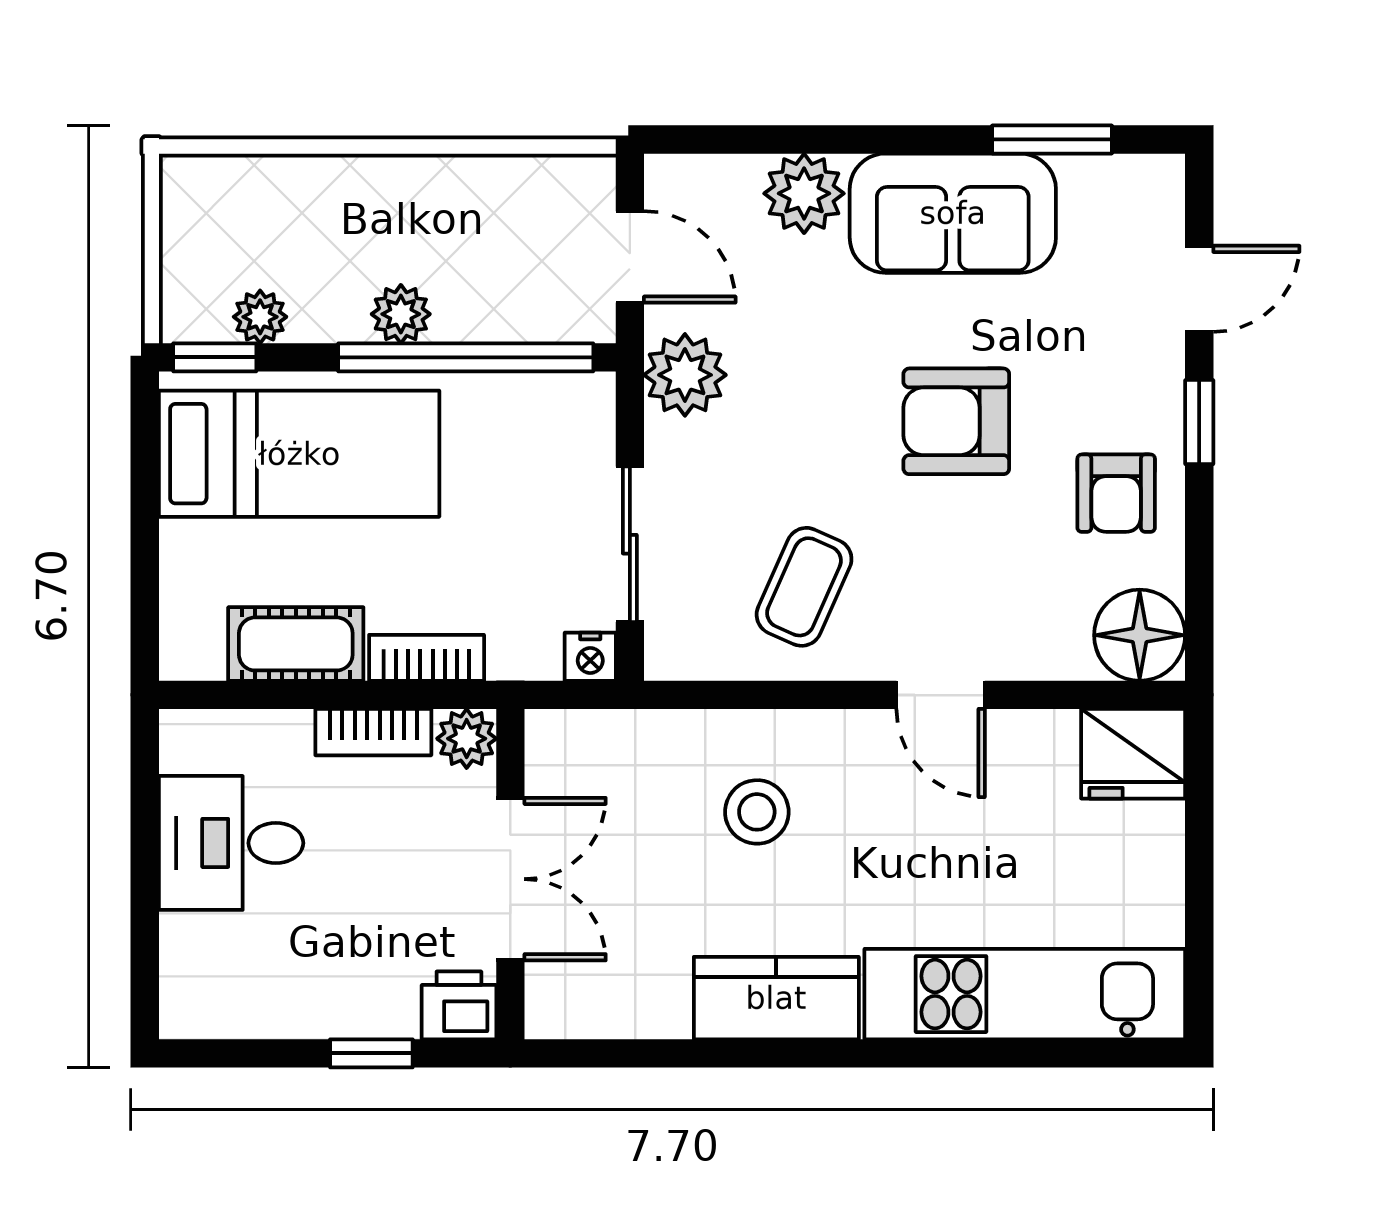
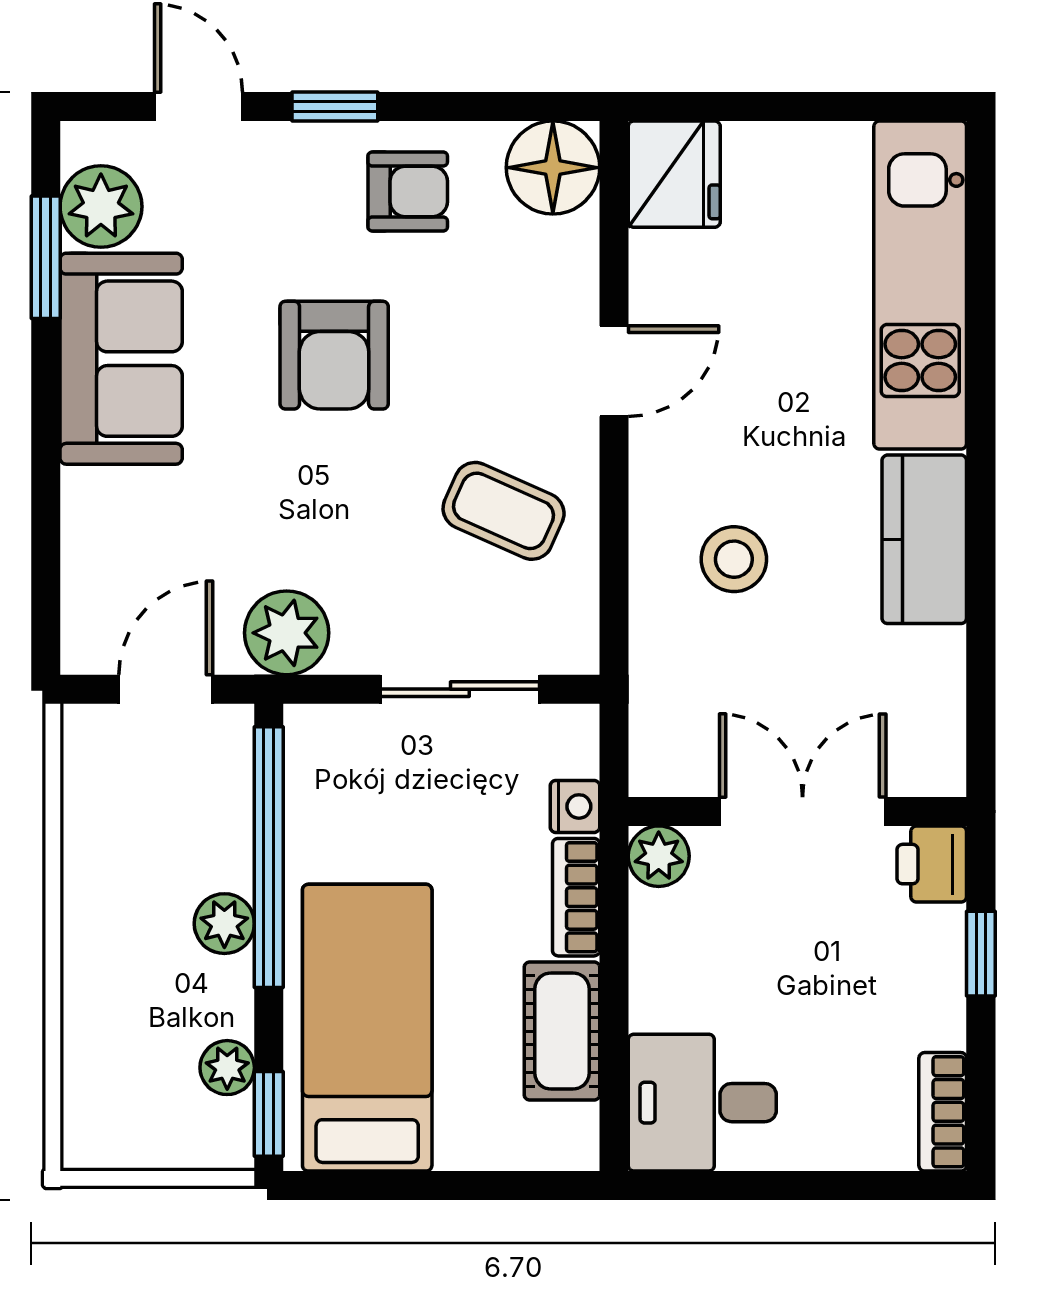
plant: (804, 193) -> (101, 207), moved
nightstand: (590, 657) -> (575, 806), moved
bookcase: (373, 732) -> (943, 1112), moved, turned 180
desk: (231, 843) -> (702, 1103), moved, turned 90

